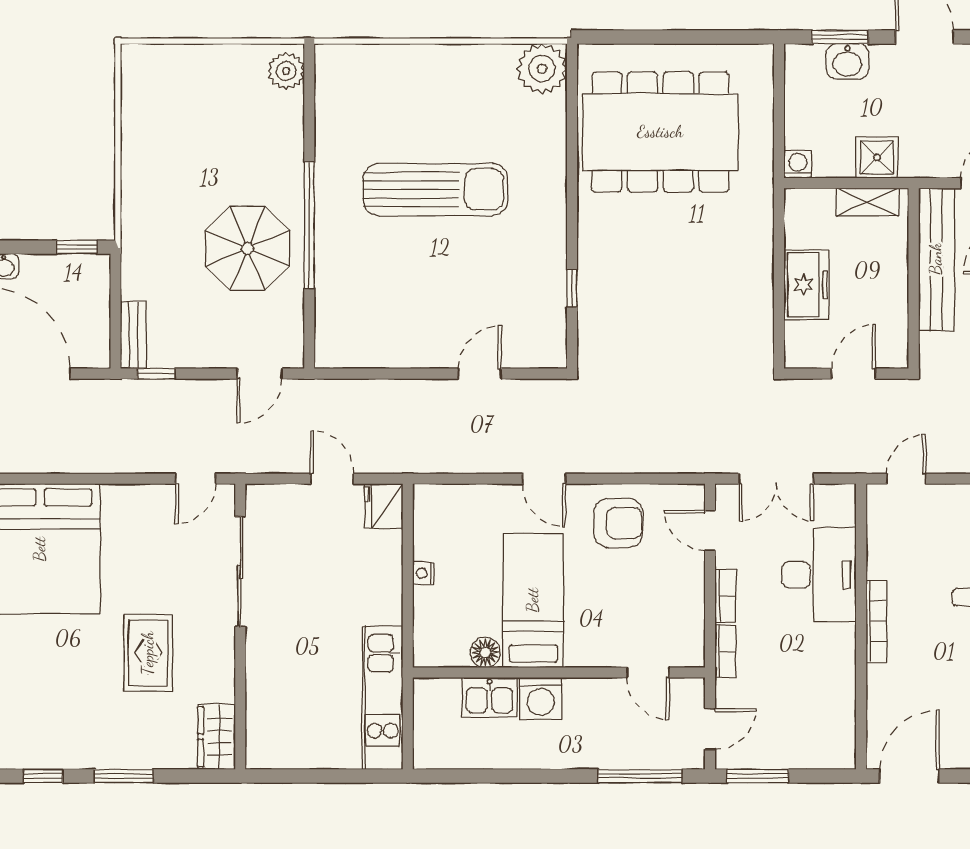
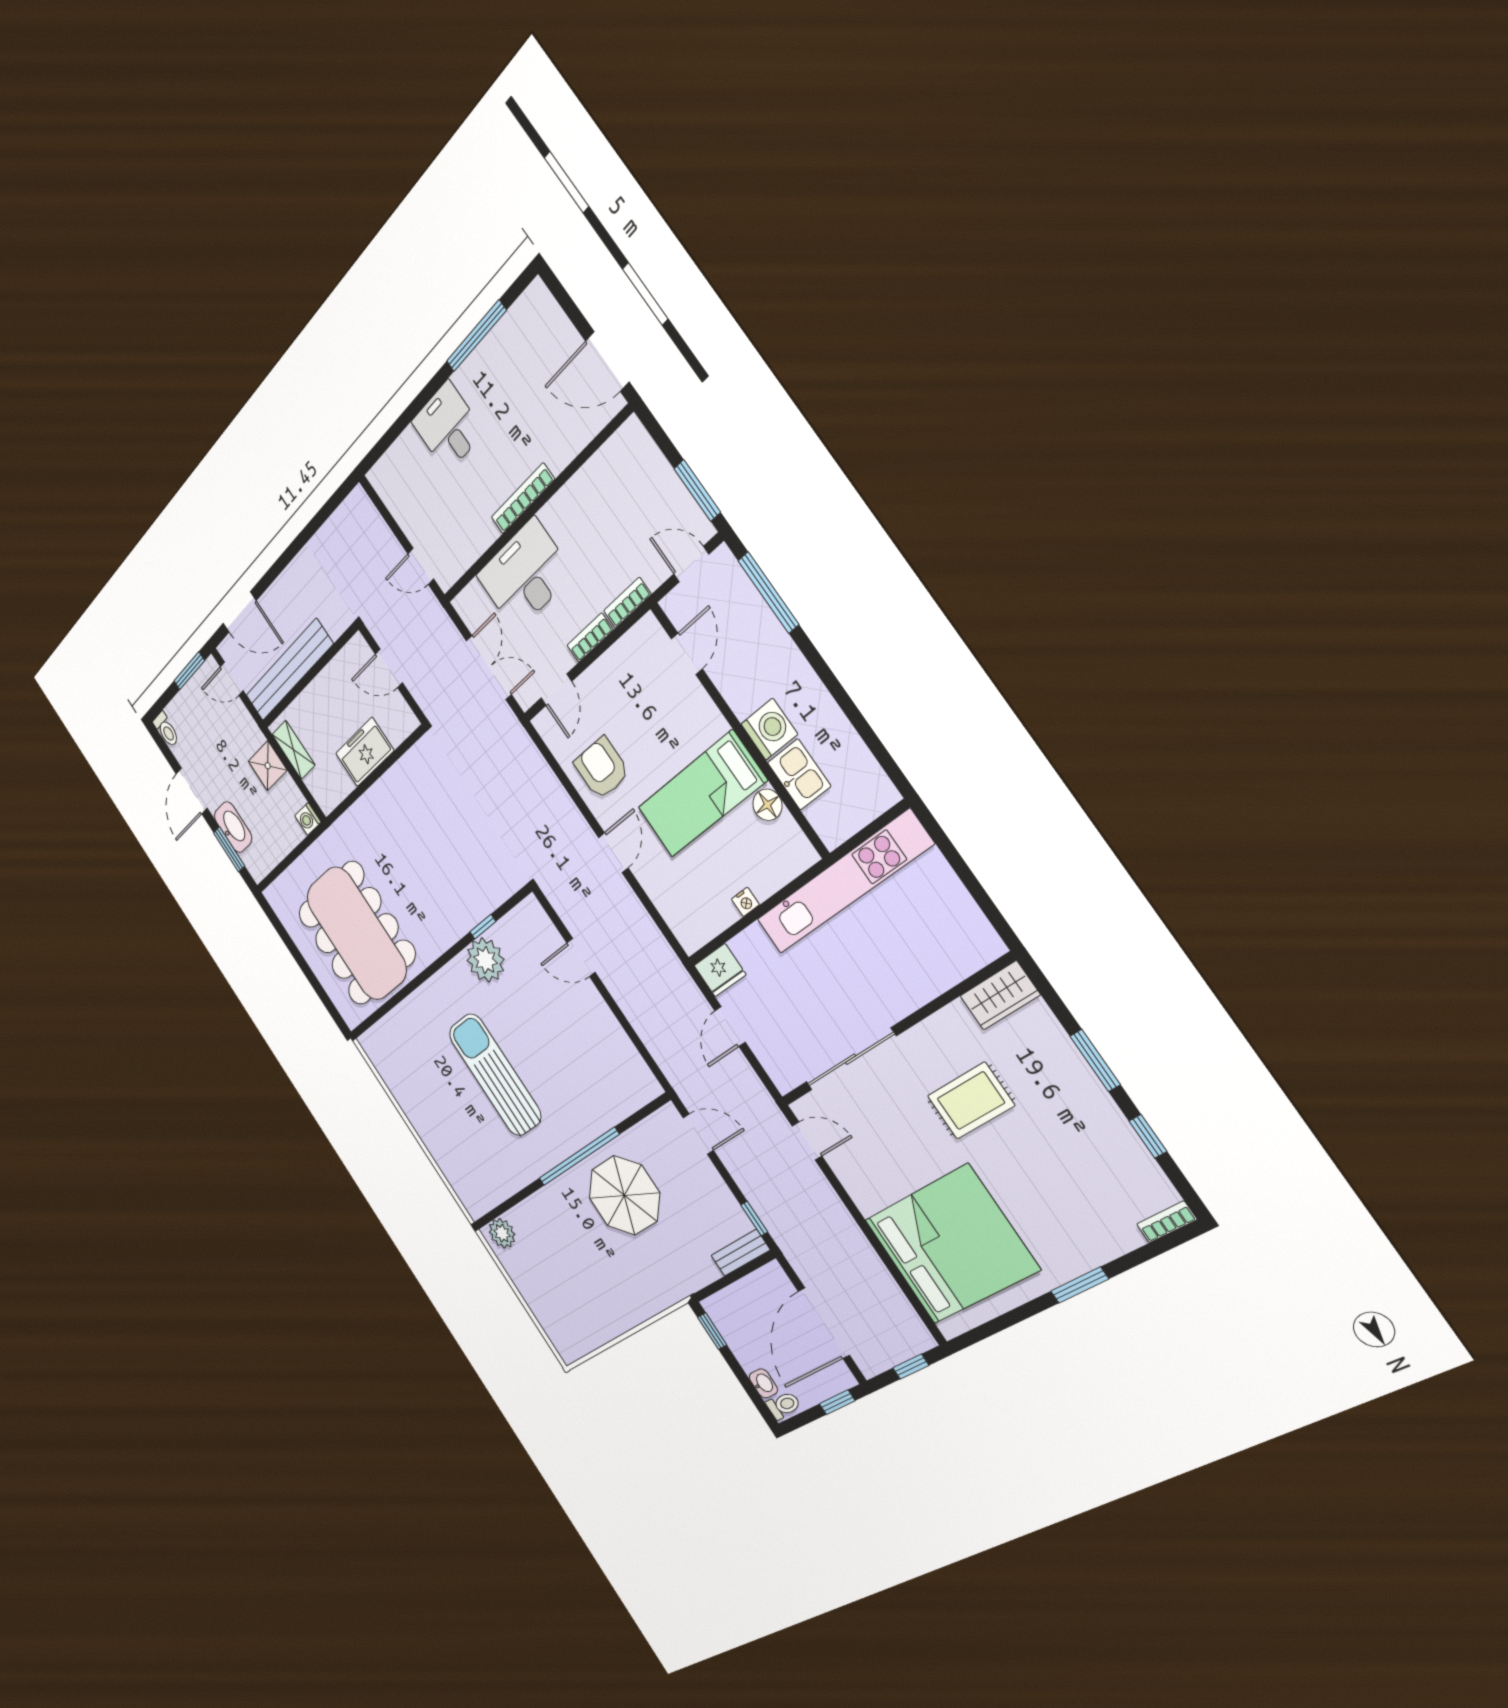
washbasin: (847, 61) -> (233, 827), width x1.38
plant: (542, 69) -> (485, 960), moved
kitchen unit: (383, 698) -> (843, 883), width x1.36

